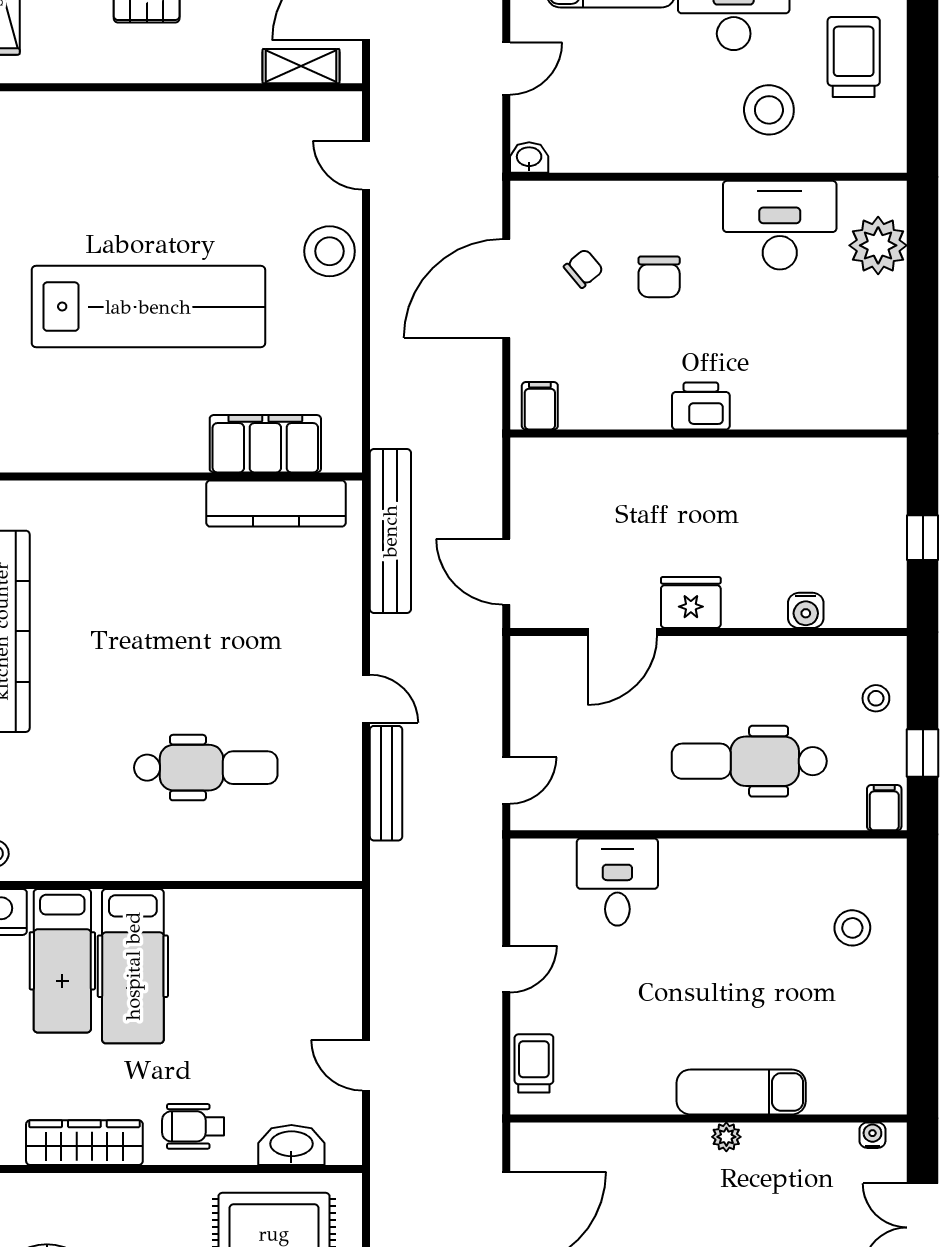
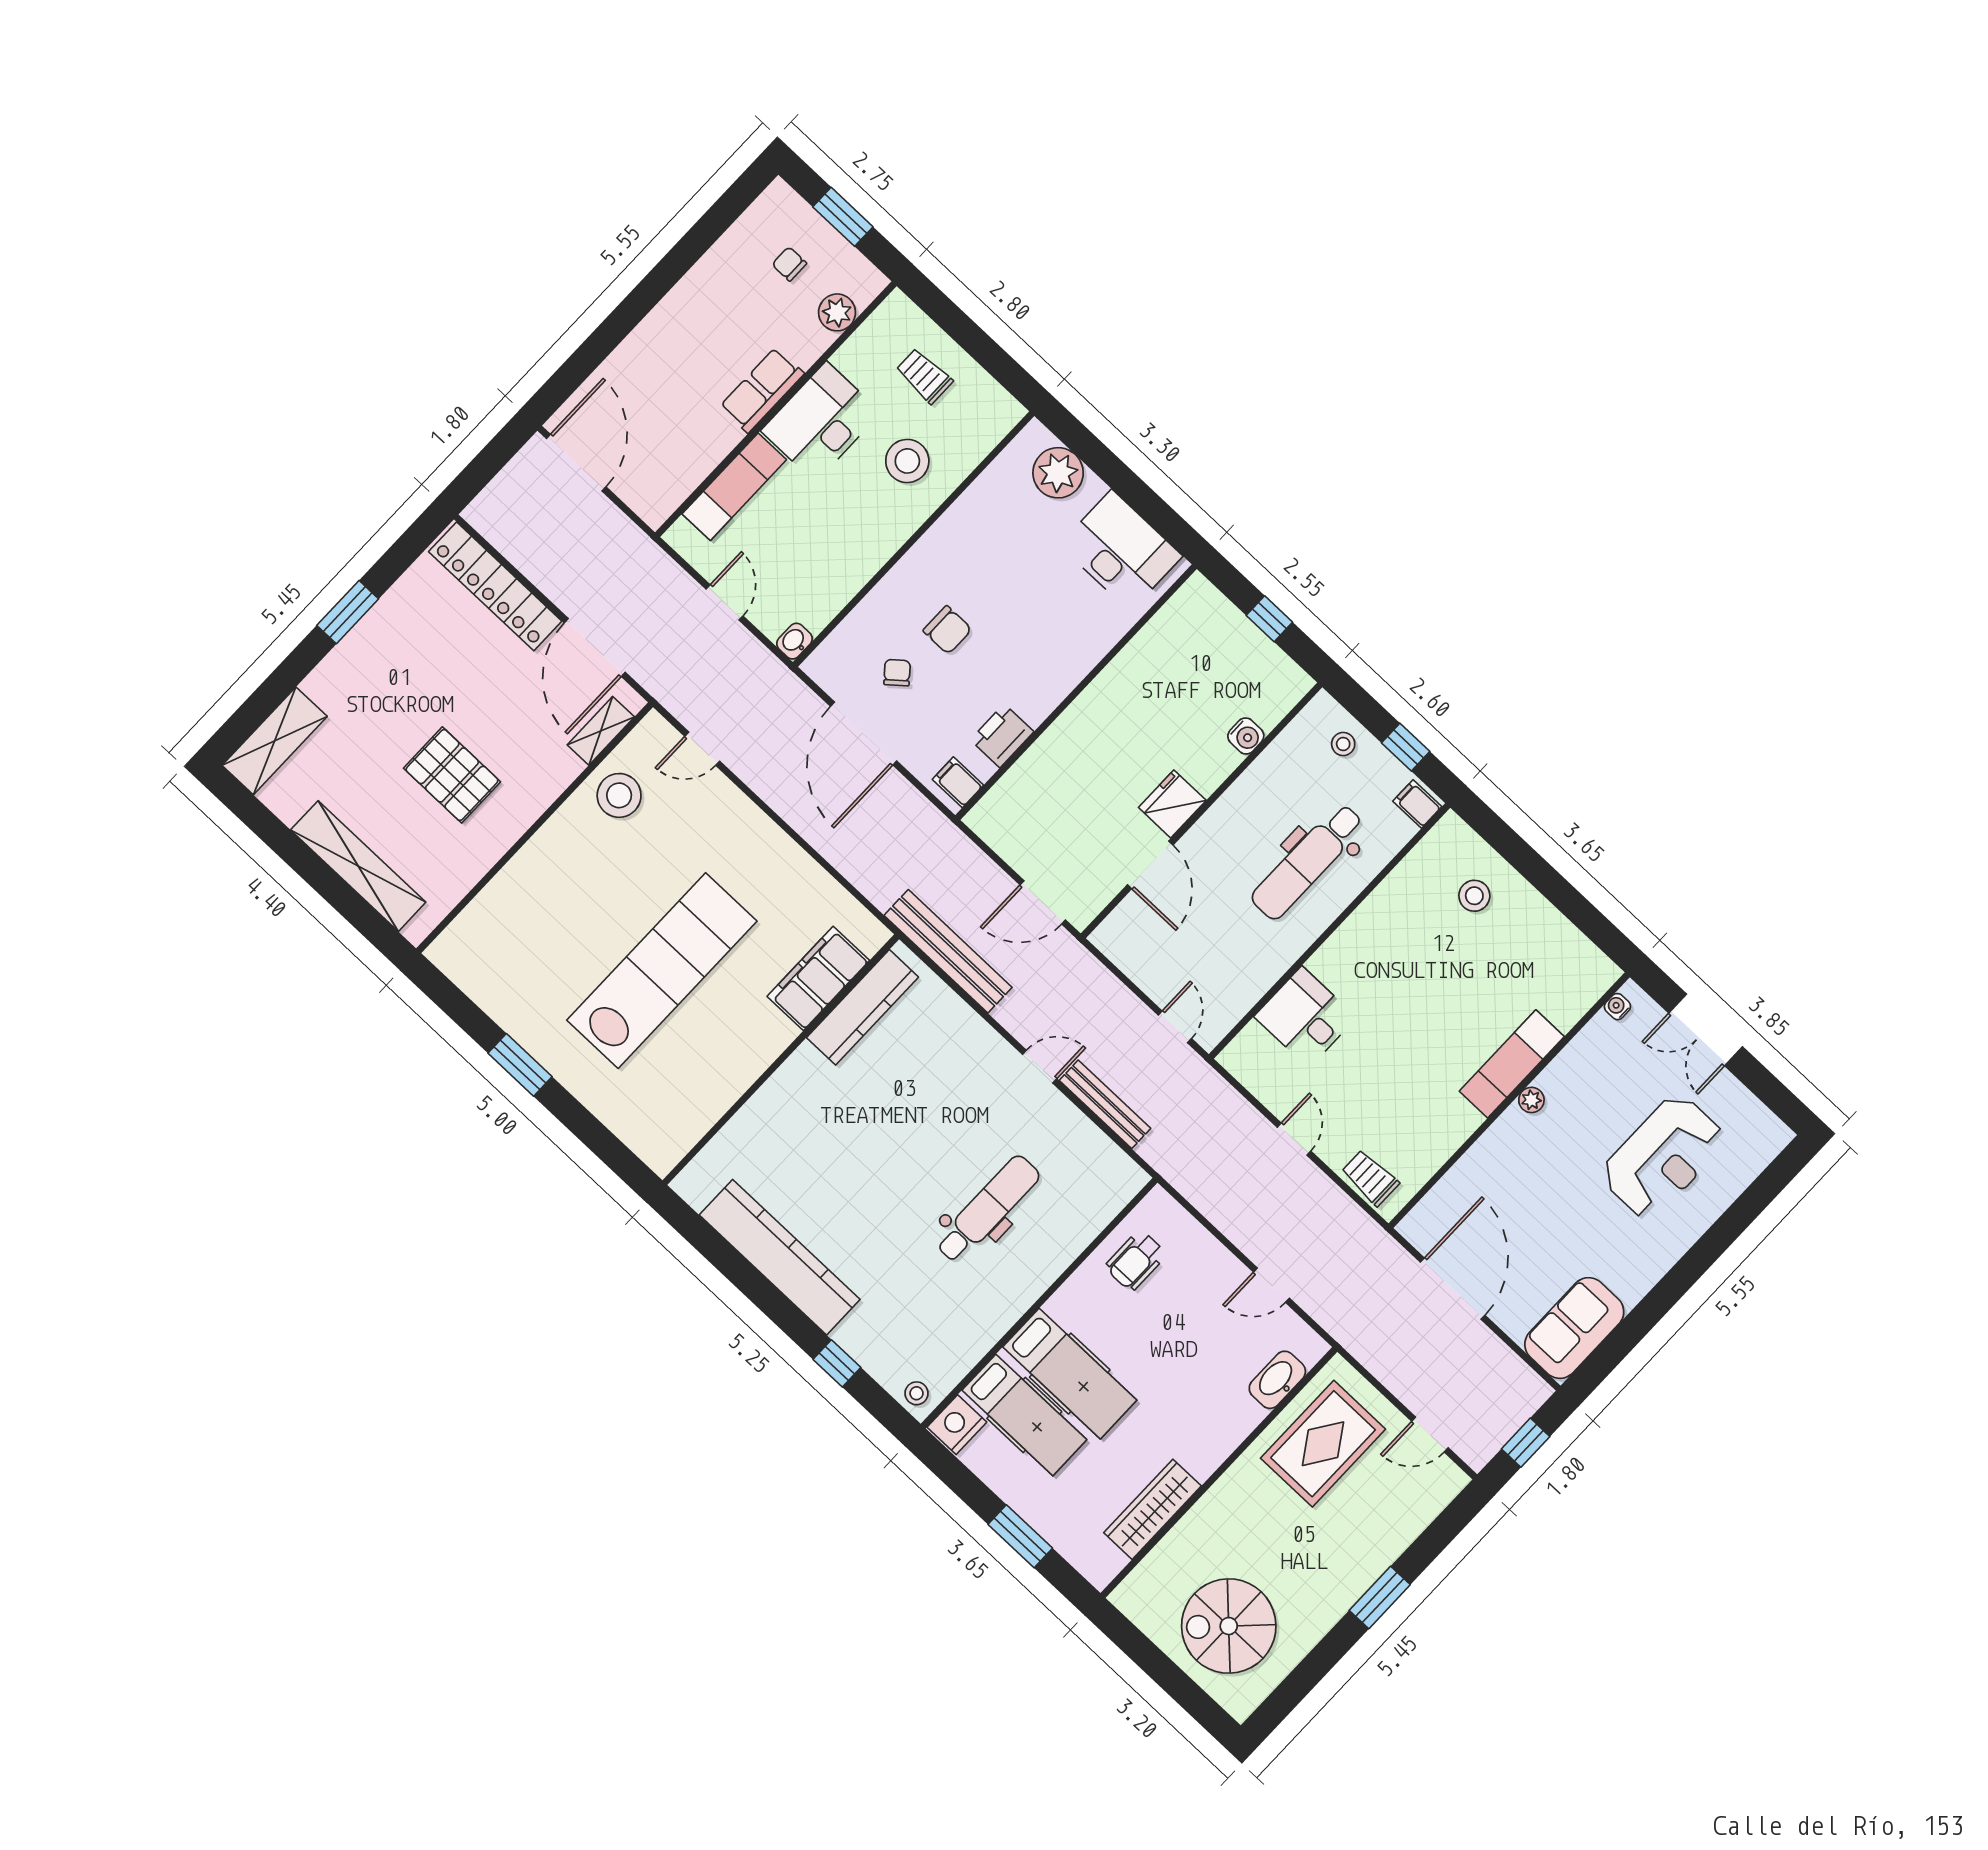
trolley: (854, 57) -> (924, 376), width x0.73, depth x0.72
desk: (780, 225) -> (1121, 550), moved, turned 90
stool: (330, 251) -> (619, 795), moved
printer: (701, 406) -> (1002, 736), moved
wheelchair: (193, 1126) -> (1136, 1261), moved

